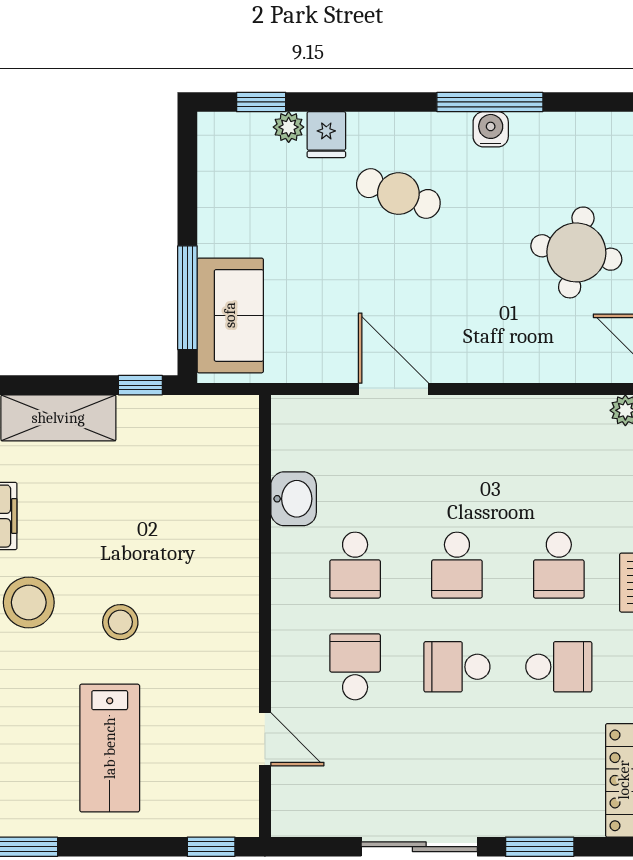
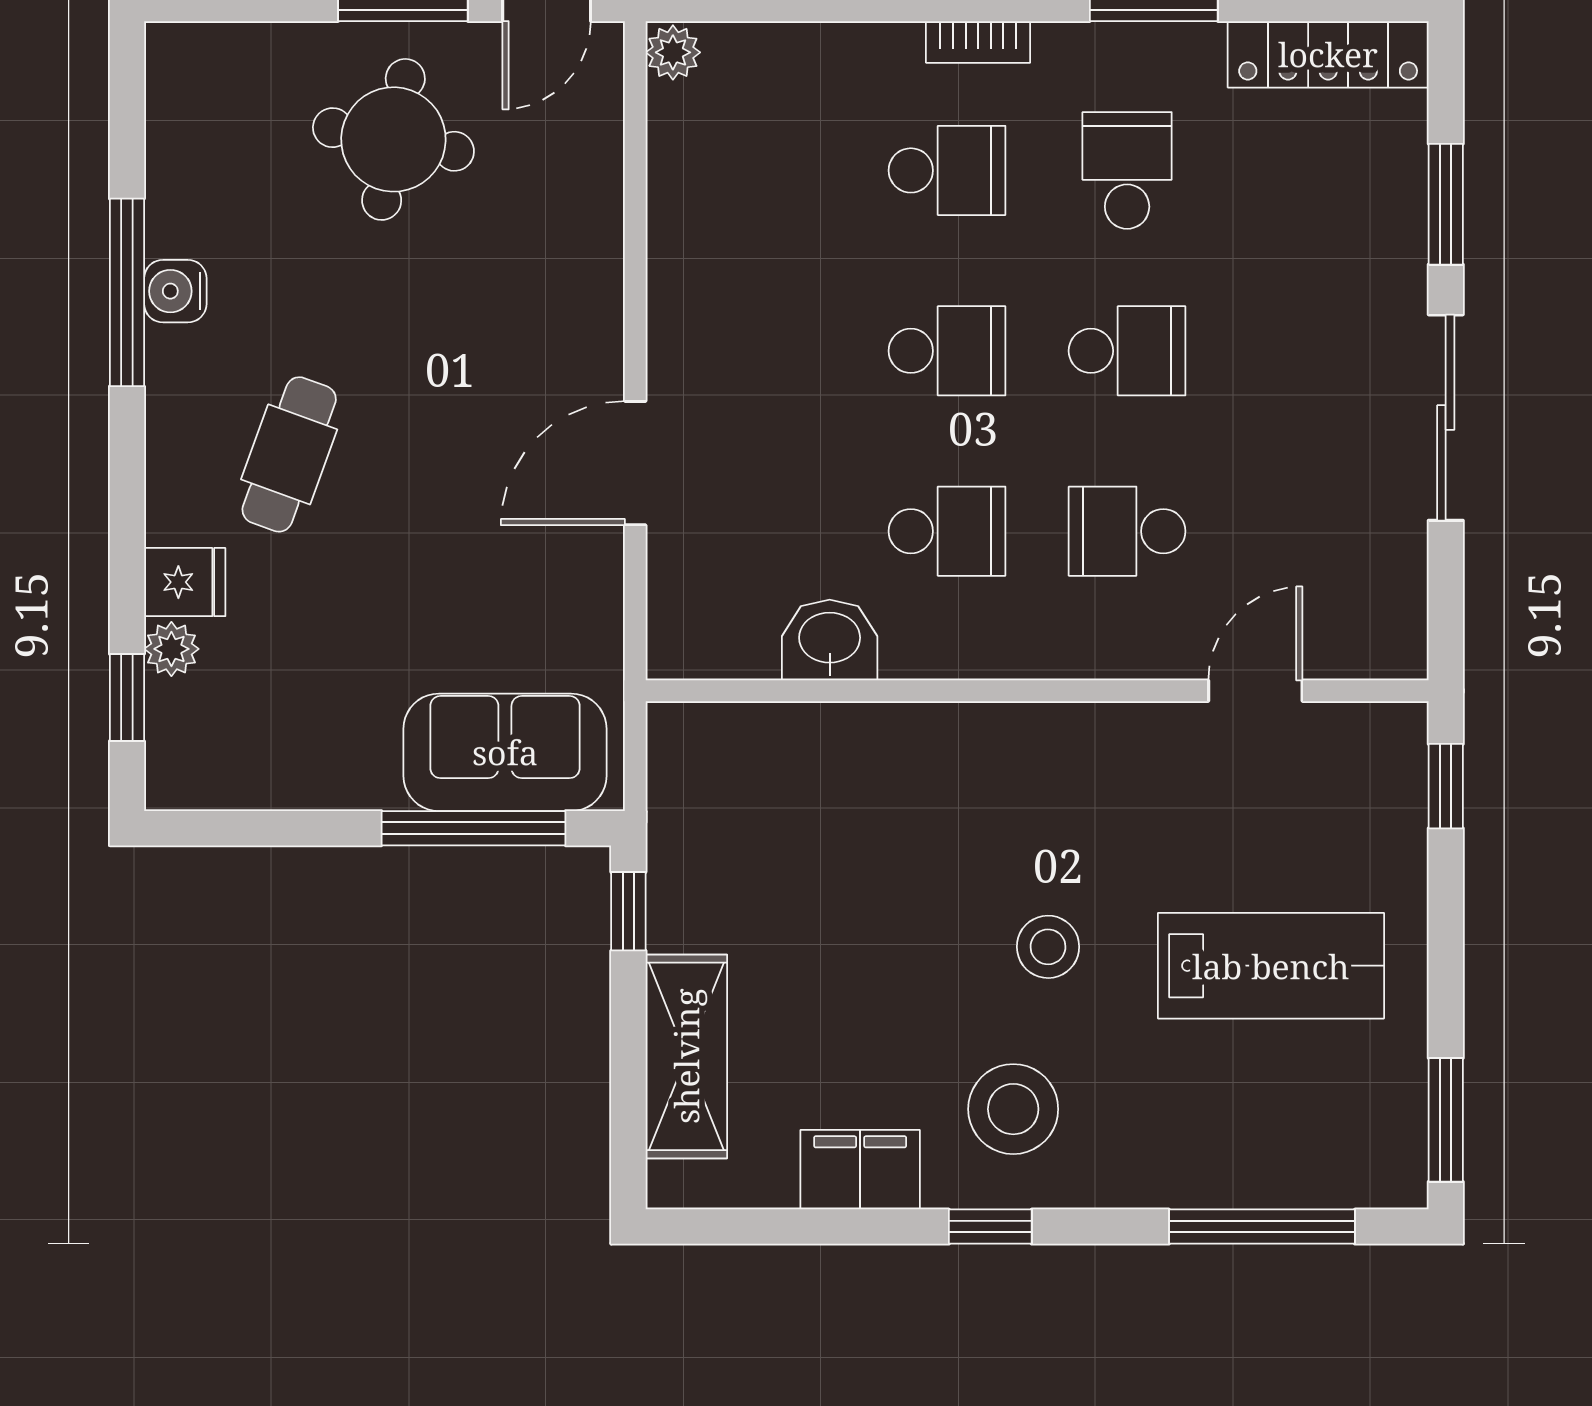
school desk: (457, 667) -> (1127, 351), turned -90

